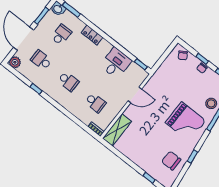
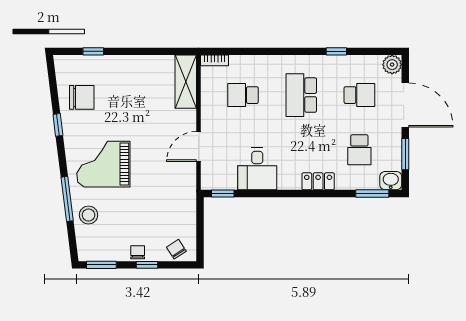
school desk: (68, 81) -> (301, 95), width x1.85

